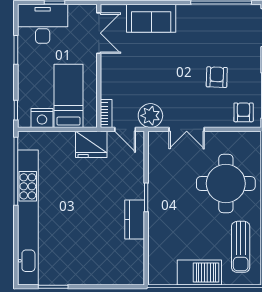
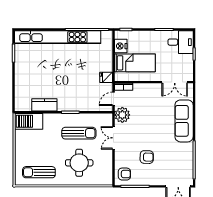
sofa: (151, 18) -> (184, 121), width x1.36
desk: (43, 24) -> (181, 42), width x0.73
fridge: (91, 144) -> (106, 77), width x0.53, depth x0.75
sun lounger: (179, 184) -> (79, 133), added
round table: (226, 184) -> (79, 163), width x0.73, depth x0.73
kitchen counter: (135, 220) -> (44, 105), moved
barbecue: (199, 272) -> (29, 121), moved, turned 90

